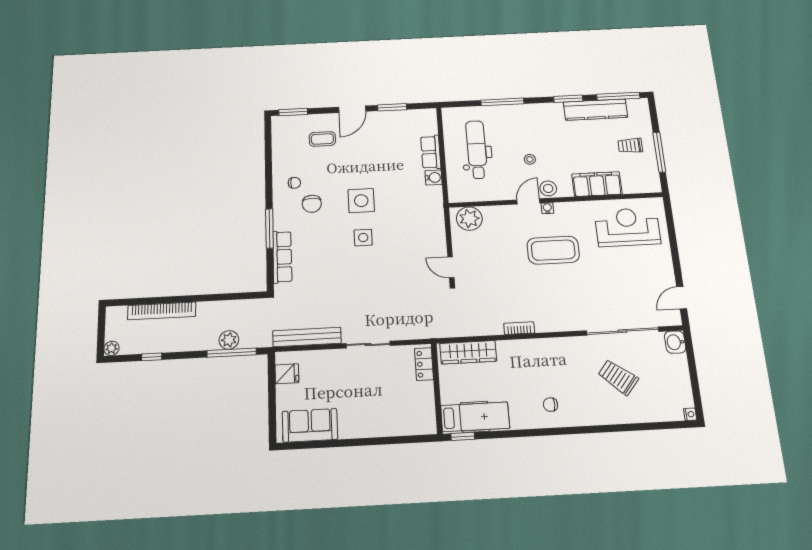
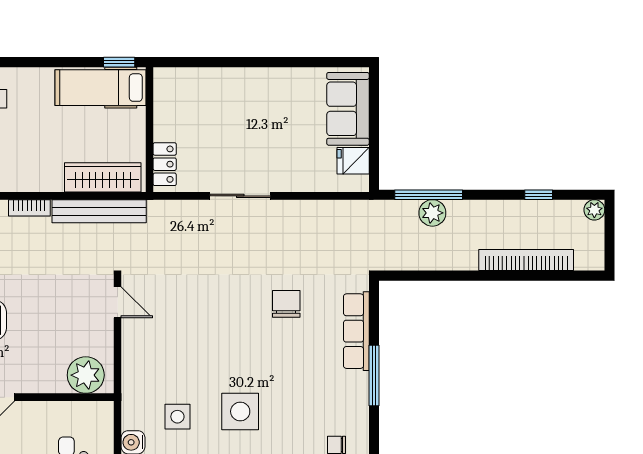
chair: (312, 204) -> (286, 304), moved
side table: (363, 238) -> (177, 417), moved
bench: (307, 337) -> (99, 211), moved
sofa: (310, 425) -> (348, 109), moved, turned 90

